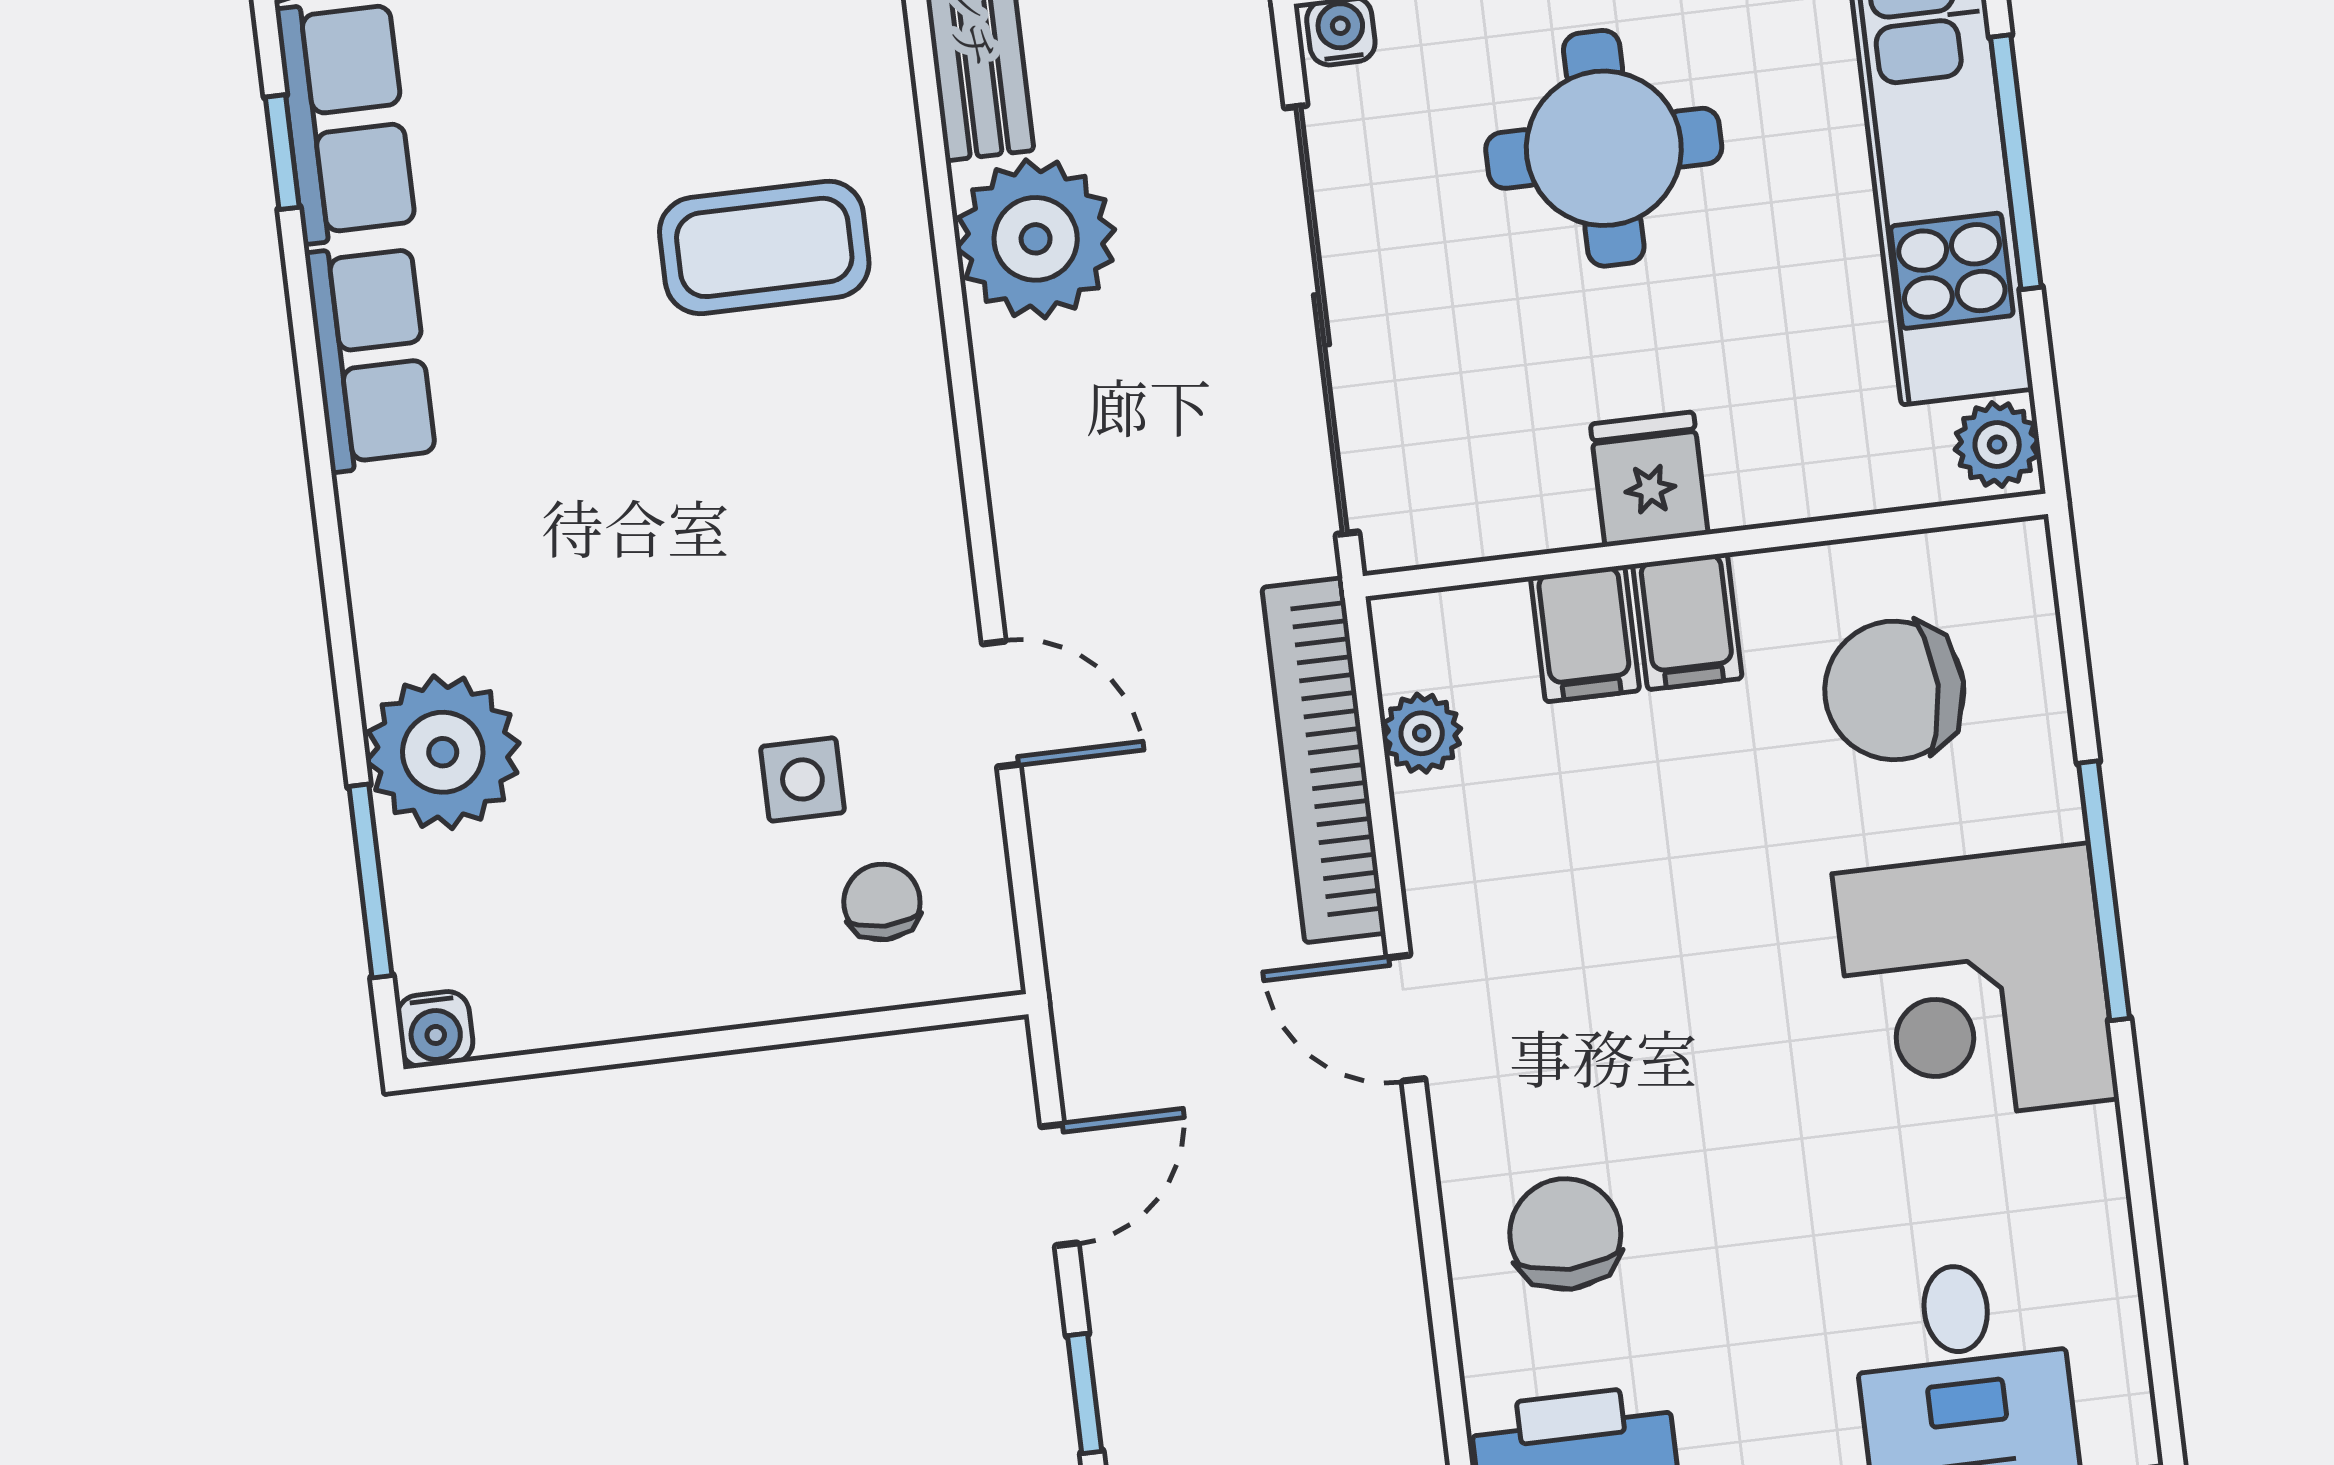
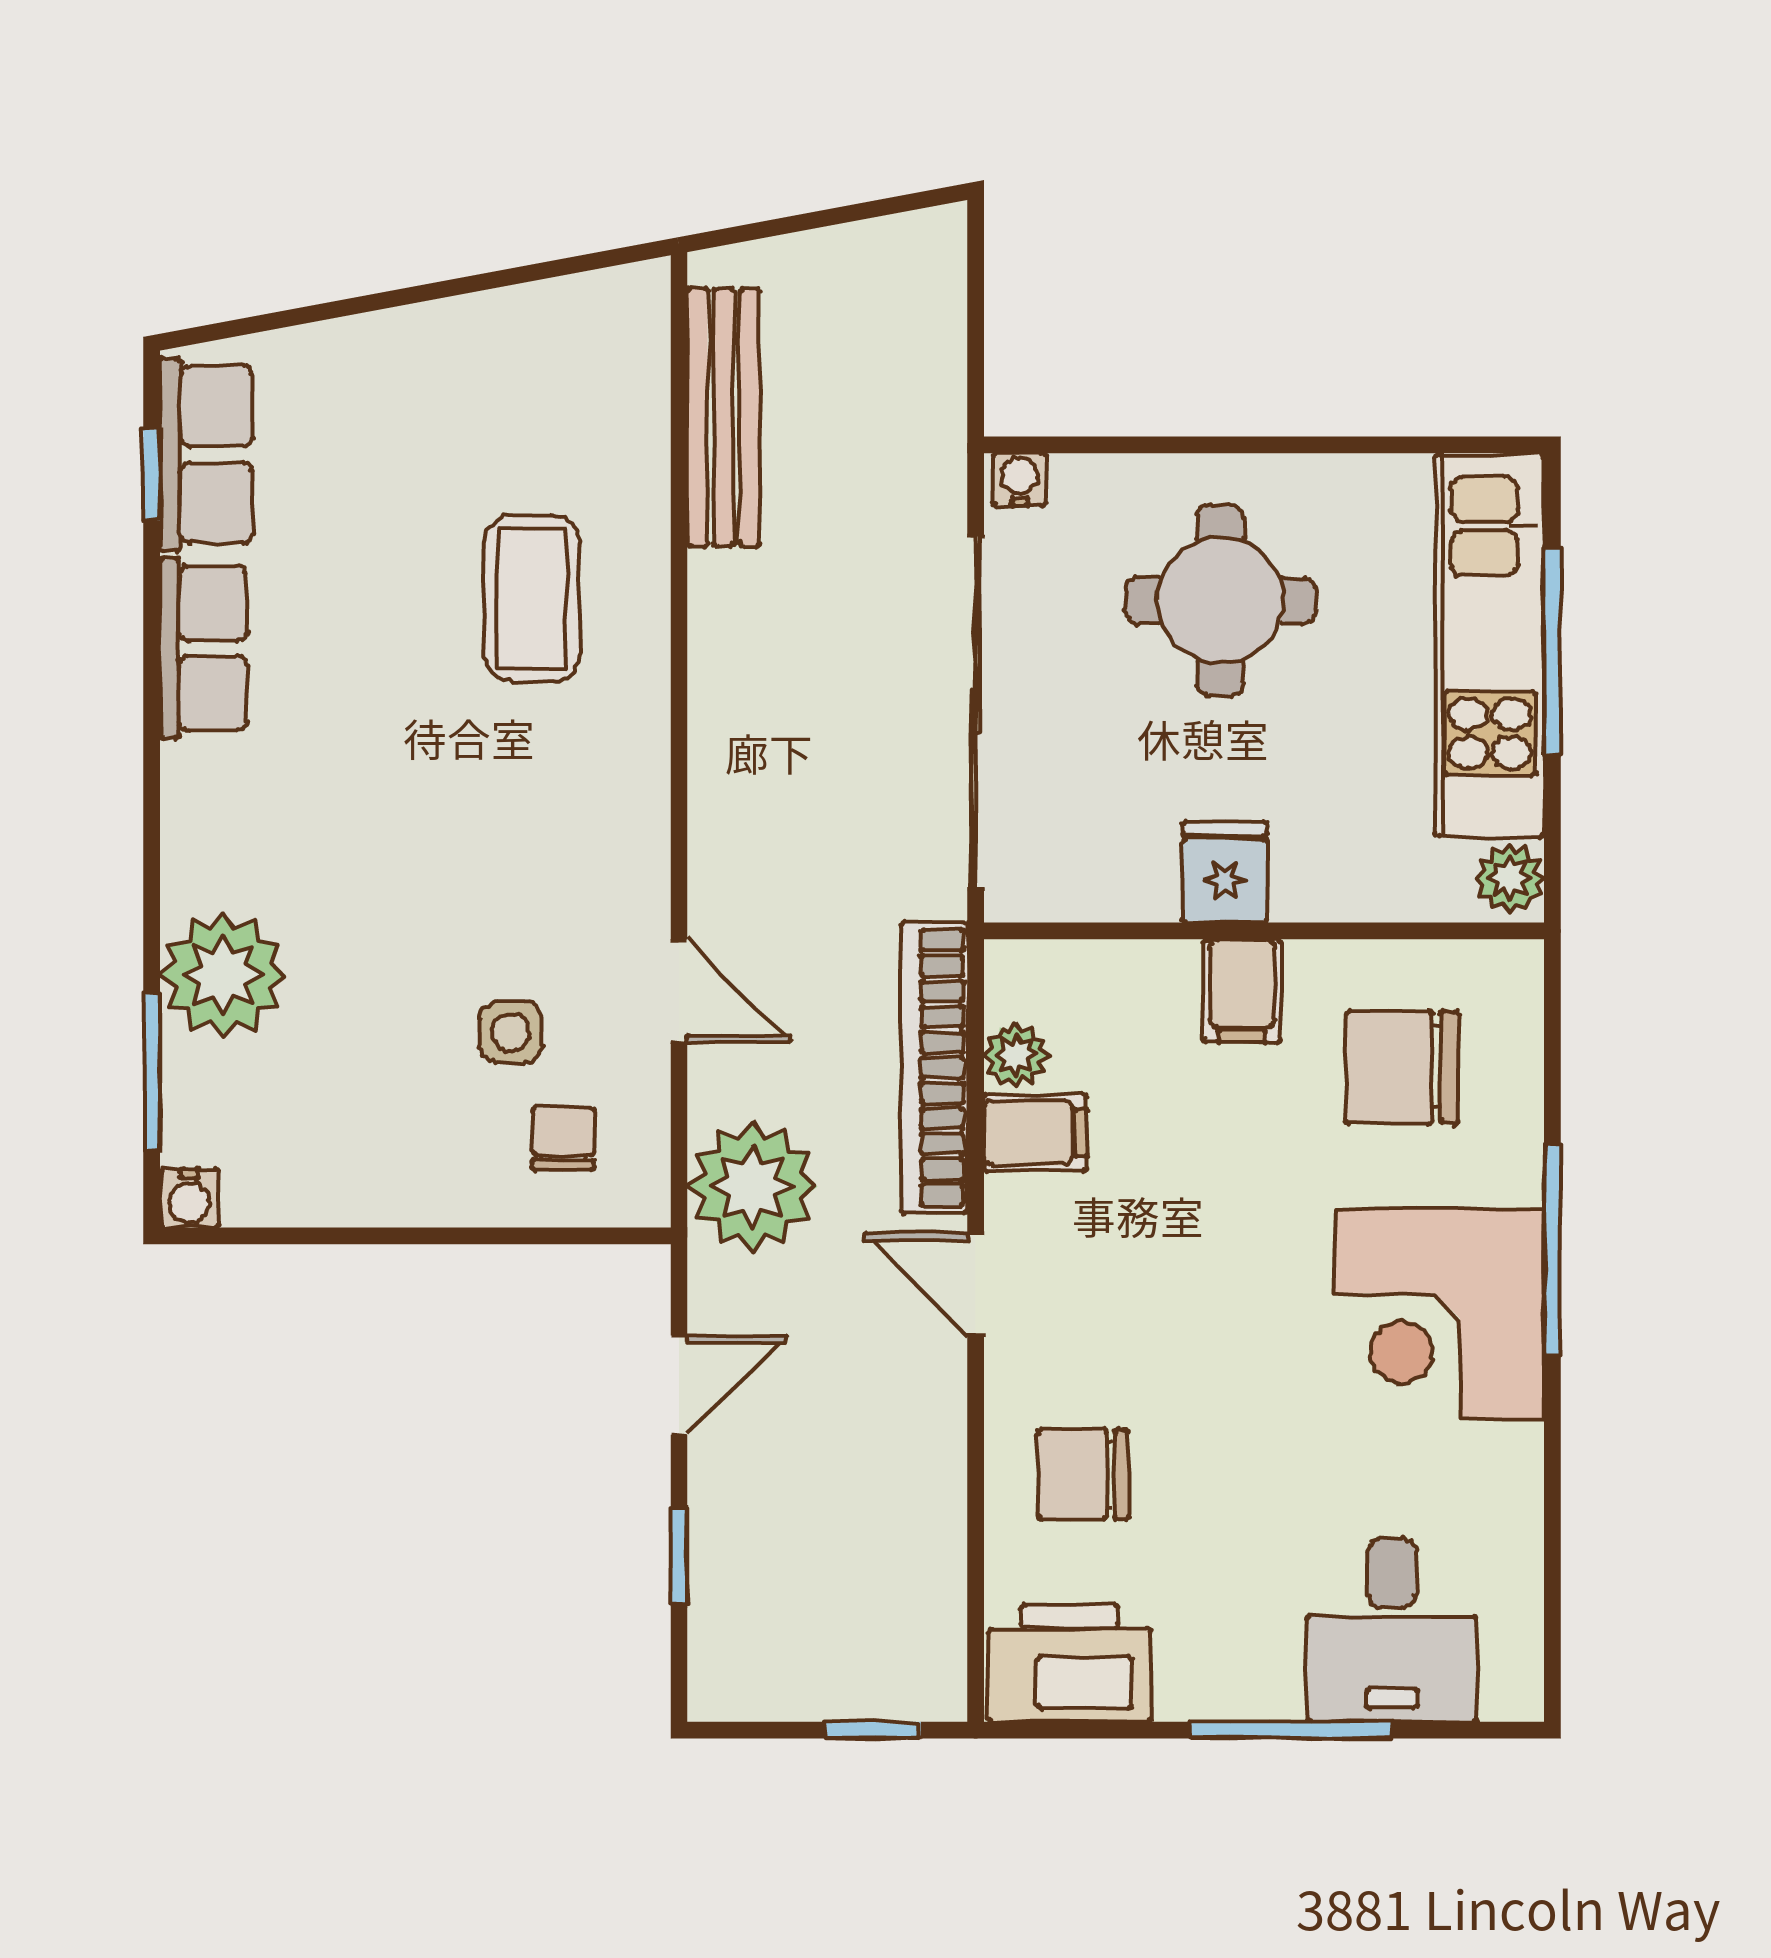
plant: (1036, 239) -> (752, 1187), moved
coffee table: (764, 247) -> (532, 598), turned 90
filing cabinet: (1585, 634) -> (1035, 1133), moved, turned -90
chair: (1565, 1234) -> (1083, 1474), turned -90

